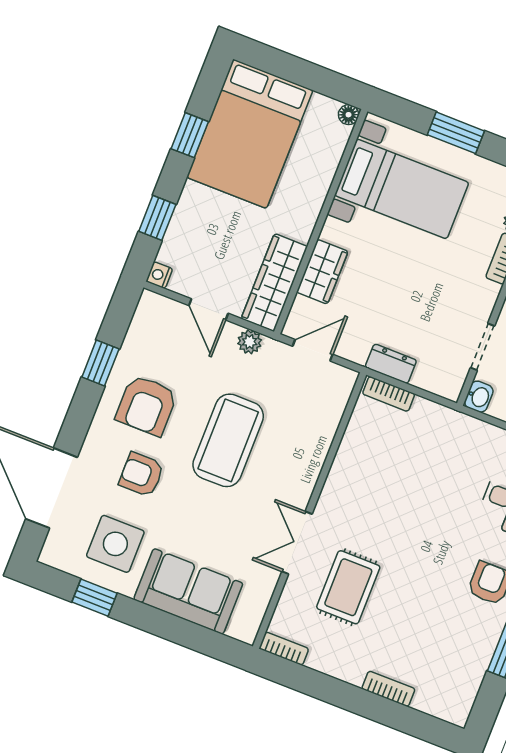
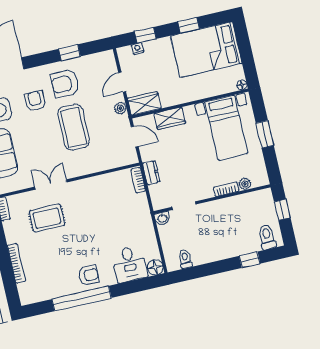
nightstand: (159, 275) -> (138, 49), moved
wardrobe: (274, 283) -> (144, 103), width x0.67
coffee table: (228, 440) -> (74, 127), turned 90
bookcase: (388, 689) -> (16, 263), width x1.56

